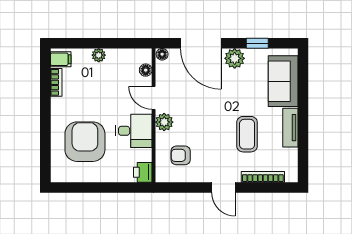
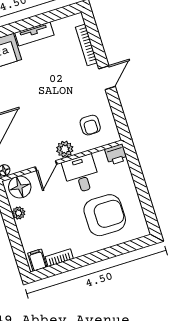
plant: (99, 55) -> (19, 213), moved
floor lamp: (146, 70) -> (20, 187), width x1.89, depth x1.89
coffee table: (247, 134) -> (52, 71), removed
armchair: (85, 142) -> (105, 215), turned 180

